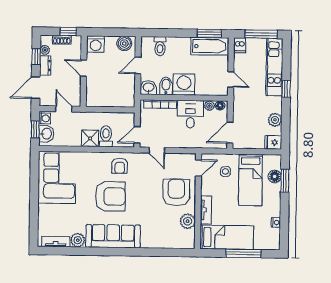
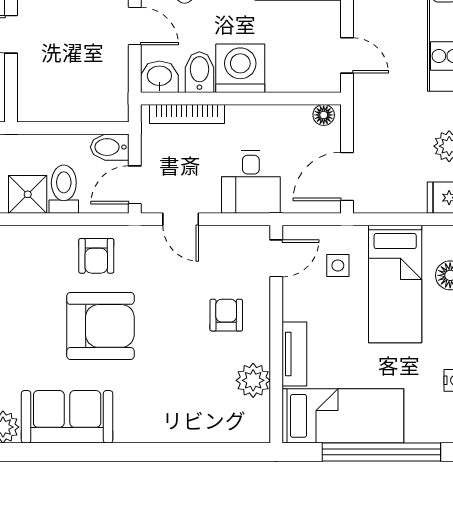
door: (138, 65) -> (135, 26), swing flipped
plant: (209, 106) -> (299, 116), removed
desk: (190, 114) -> (251, 182), moved, turned 180
bidet: (126, 118) -> (110, 147), added
armchair: (176, 193) -> (226, 315), width x0.53, depth x0.53
armchair: (110, 196) -> (100, 326), moved
sofa: (113, 236) -> (67, 417), width x0.73
window: (243, 253) -> (381, 452), width x1.46

